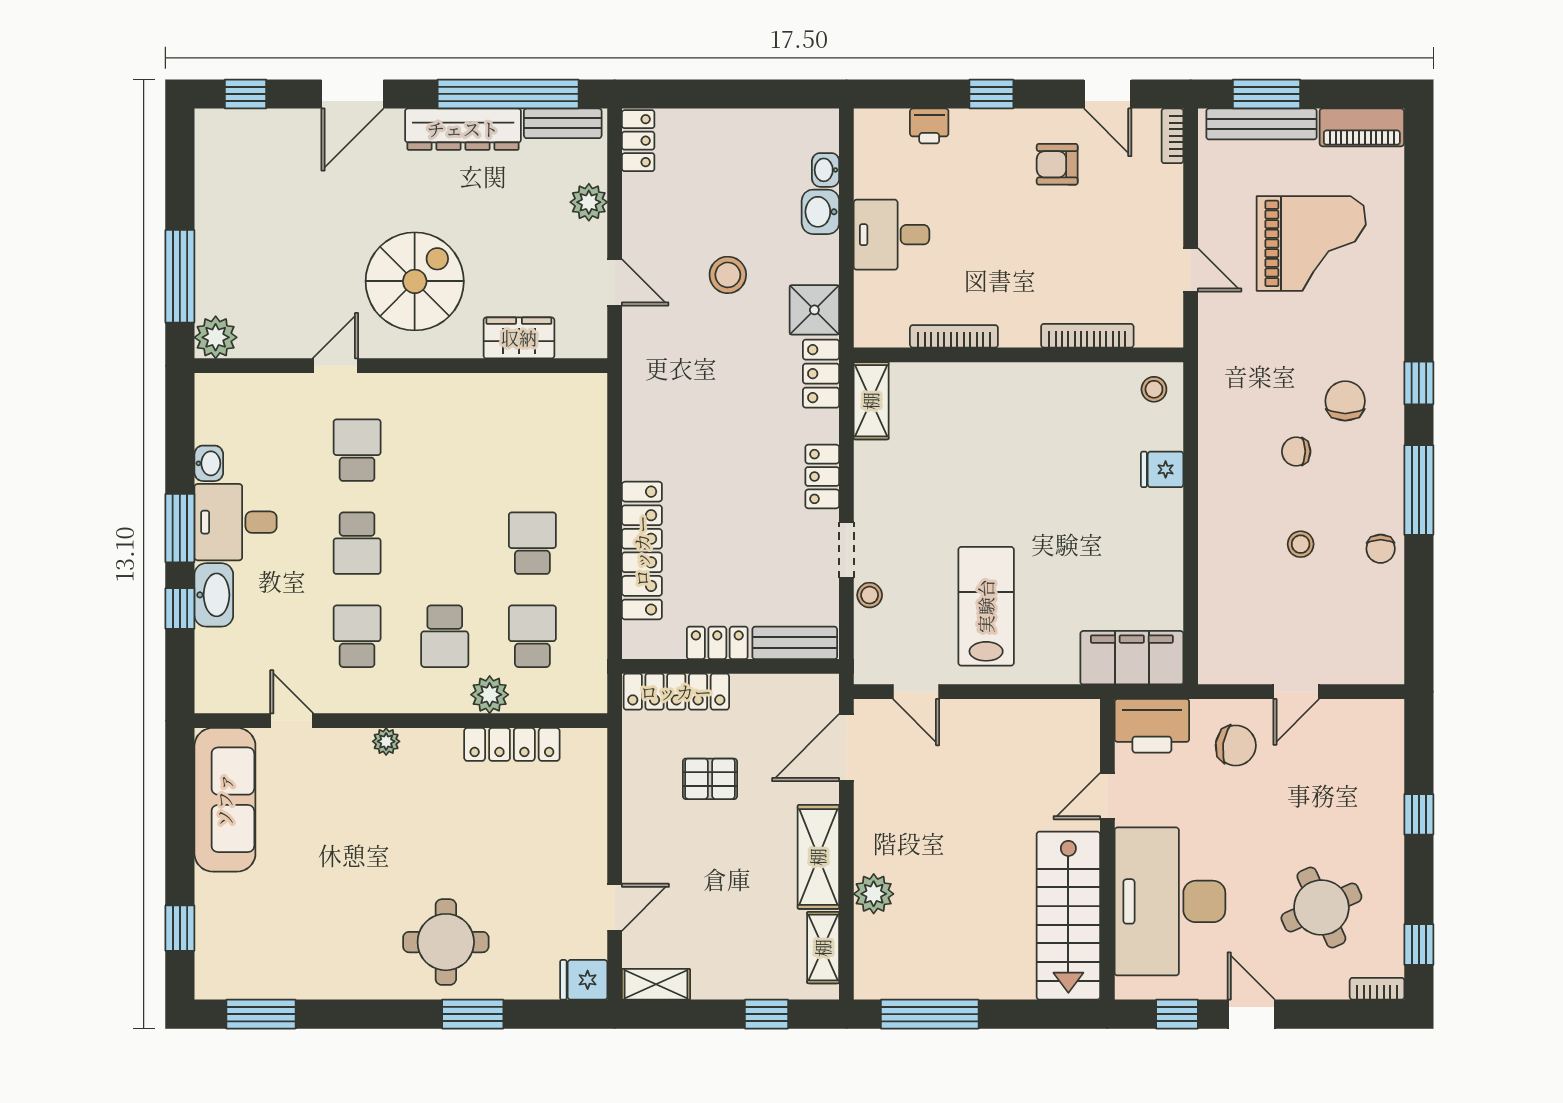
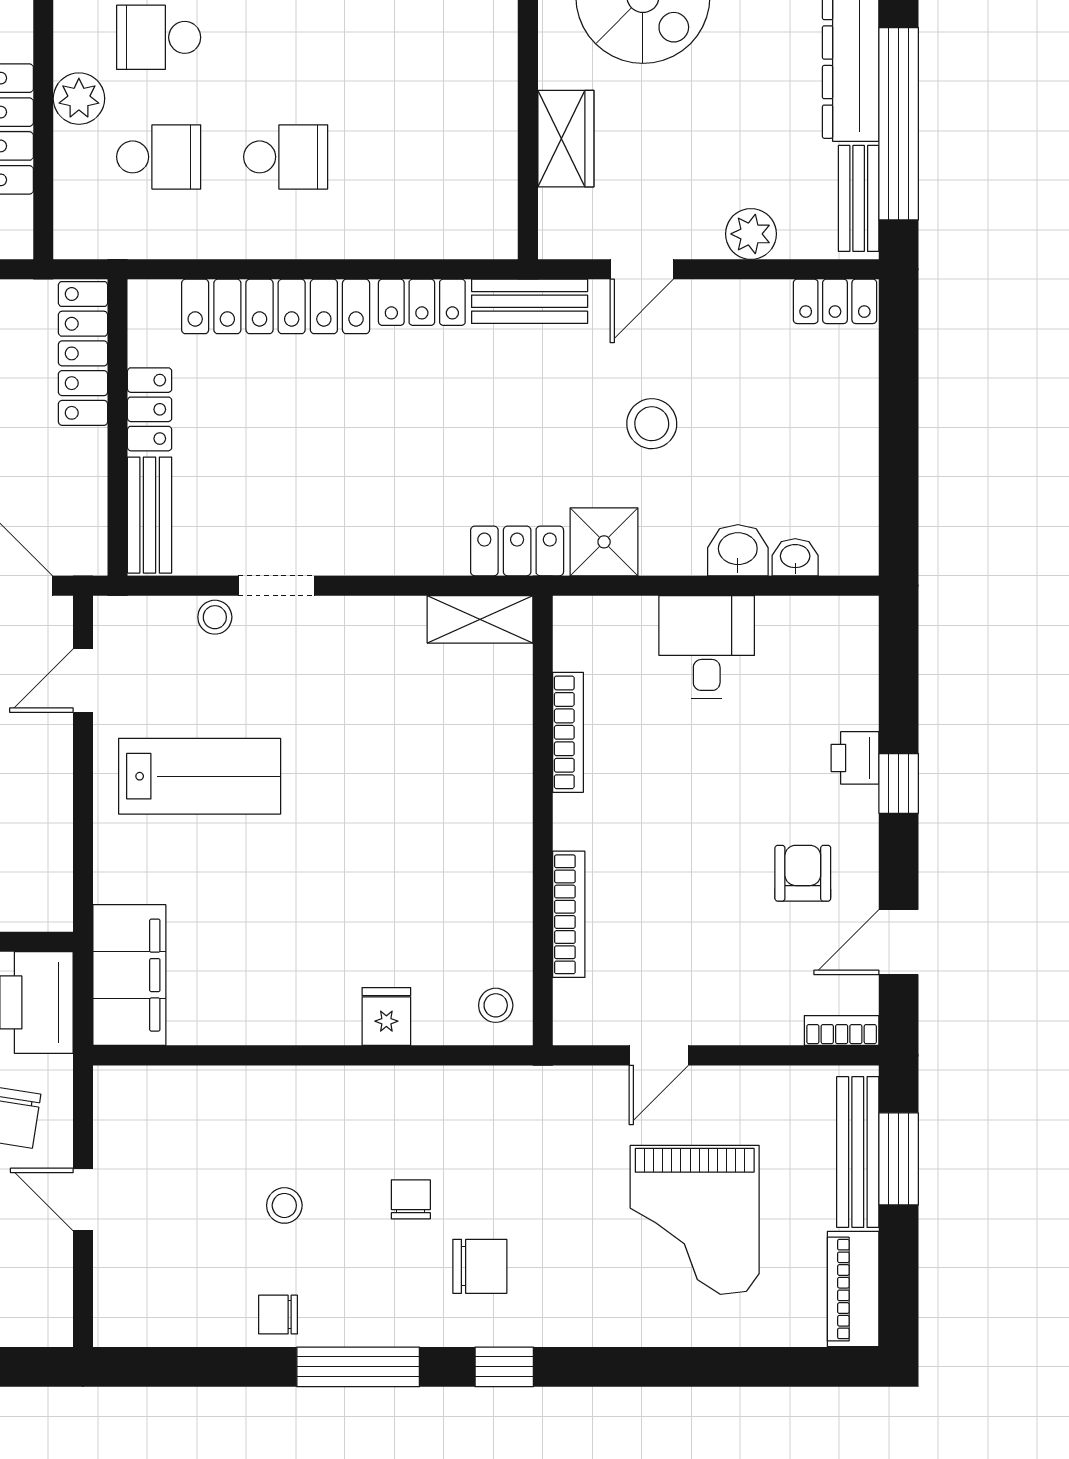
printer: (929, 126) -> (855, 758), moved
bench: (638, 364) -> (530, 301), added
locker: (822, 476) -> (422, 302), moved, turned 180

